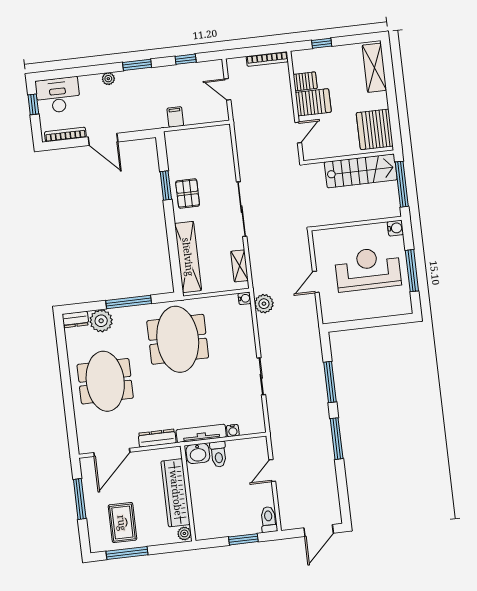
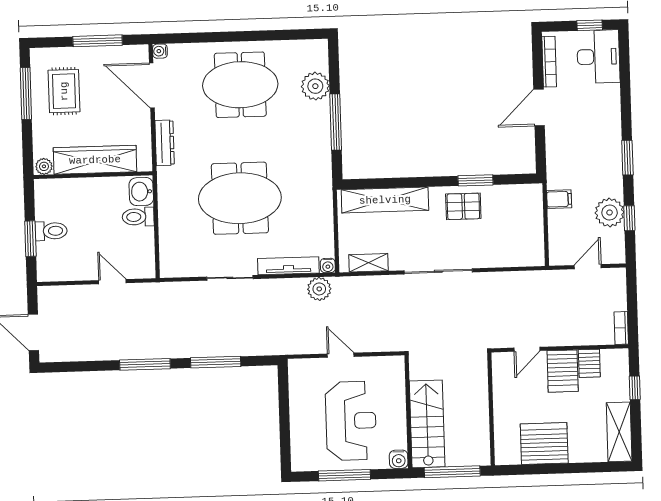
bookcase: (267, 59) -> (621, 328), width x0.64
shelving: (374, 68) -> (619, 432), moved, turned 90
plant: (108, 79) -> (610, 213), moved, width x1.88, depth x1.88
server rack: (375, 129) -> (544, 444), moved
door: (298, 133) -> (527, 349), hinge flipped
stairs: (361, 171) -> (427, 424), moved, turned 180
dresser: (75, 319) -> (320, 55), removed
meeting table: (178, 339) -> (240, 198), moved
water cooler: (233, 431) -> (160, 51), moved
tv unit: (201, 433) -> (288, 266), moved, turned -90
toilet: (269, 519) -> (51, 231), moved
rug: (122, 523) -> (64, 91), turned 90

